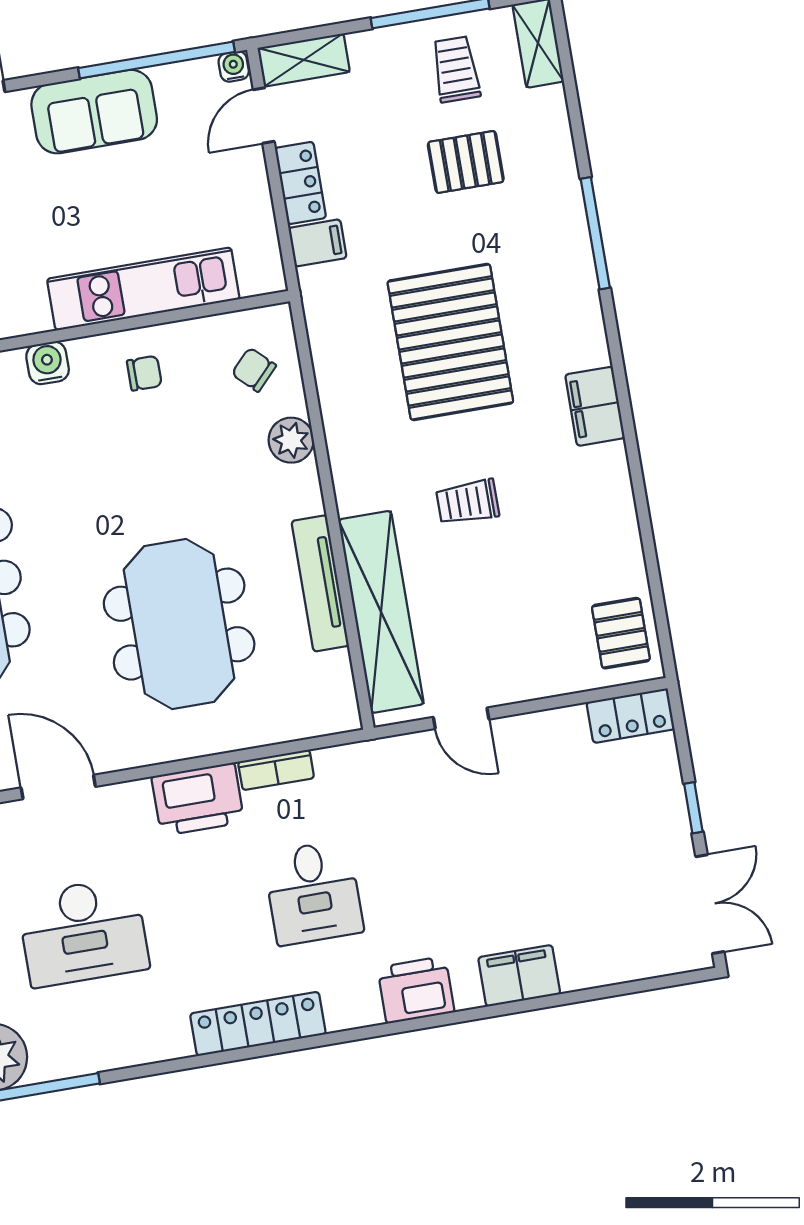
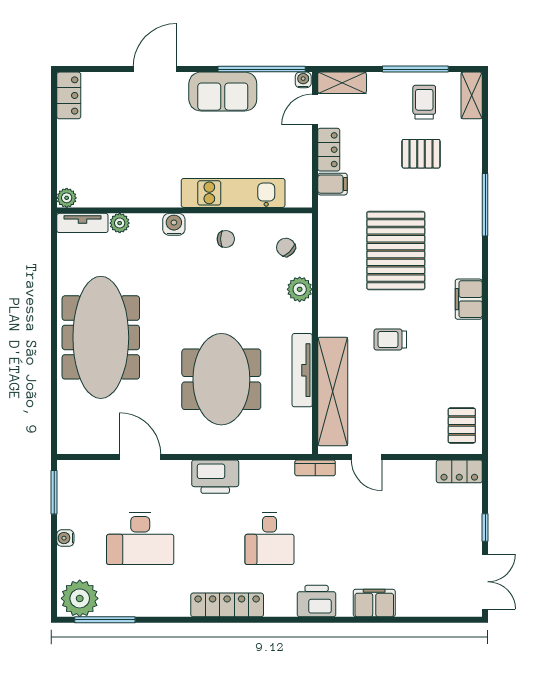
bookcase: (276, 770) -> (315, 468), moved

